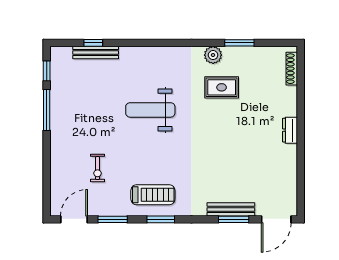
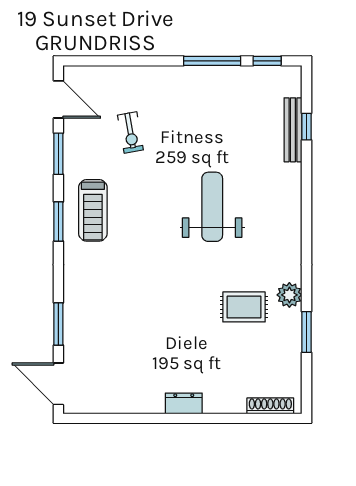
rug: (222, 87) -> (244, 307), turned 90
exercise bike: (97, 168) -> (130, 132), turned -100
bench: (231, 209) -> (72, 320), removed

